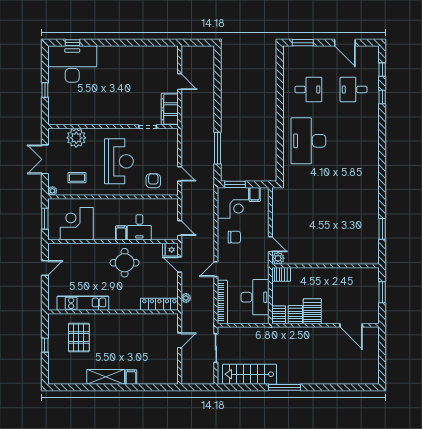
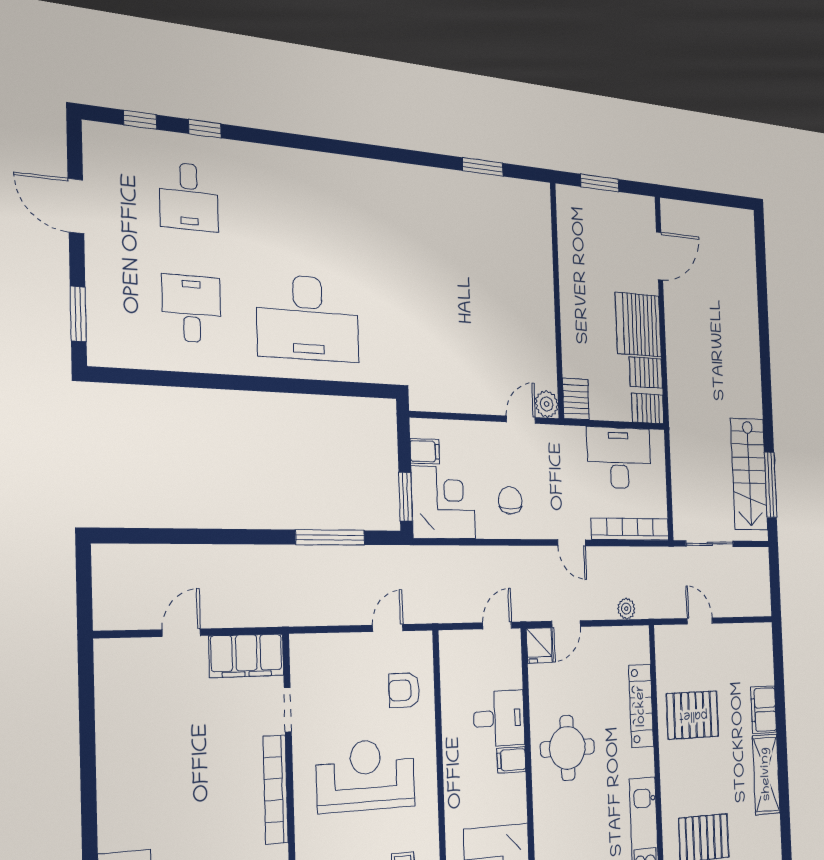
door: (345, 43) -> (76, 206), swing flipped
bookcase: (116, 120) -> (276, 790), added
locker: (159, 304) -> (641, 706), moved
server rack: (312, 311) -> (638, 325), width x1.60
pallet: (136, 334) -> (693, 715), added
filing cabinet: (131, 377) -> (764, 710), width x2.00
window: (284, 387) -> (771, 485), moved

